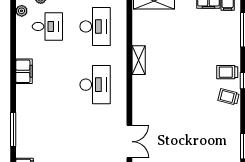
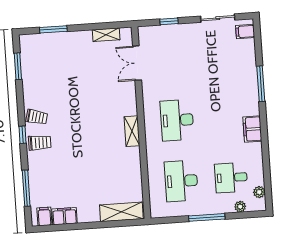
shelving: (139, 60) -> (132, 131), moved
window: (13, 129) -> (261, 84), moved

